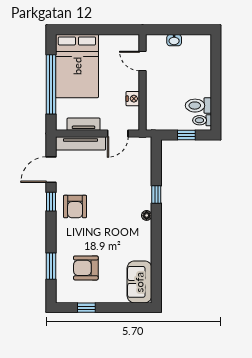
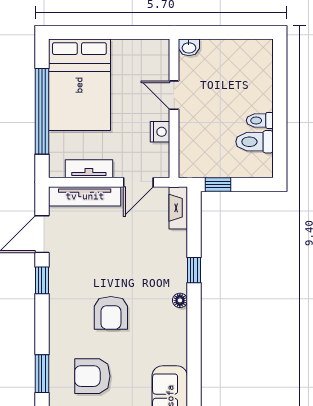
washbasin: (174, 40) -> (189, 47), moved
door: (143, 61) -> (174, 95), moved
toilet: (202, 120) -> (260, 120), moved
window: (186, 135) -> (218, 184), moved
fireplace: (145, 151) -> (178, 208), added
armchair: (75, 206) -> (111, 313), moved

